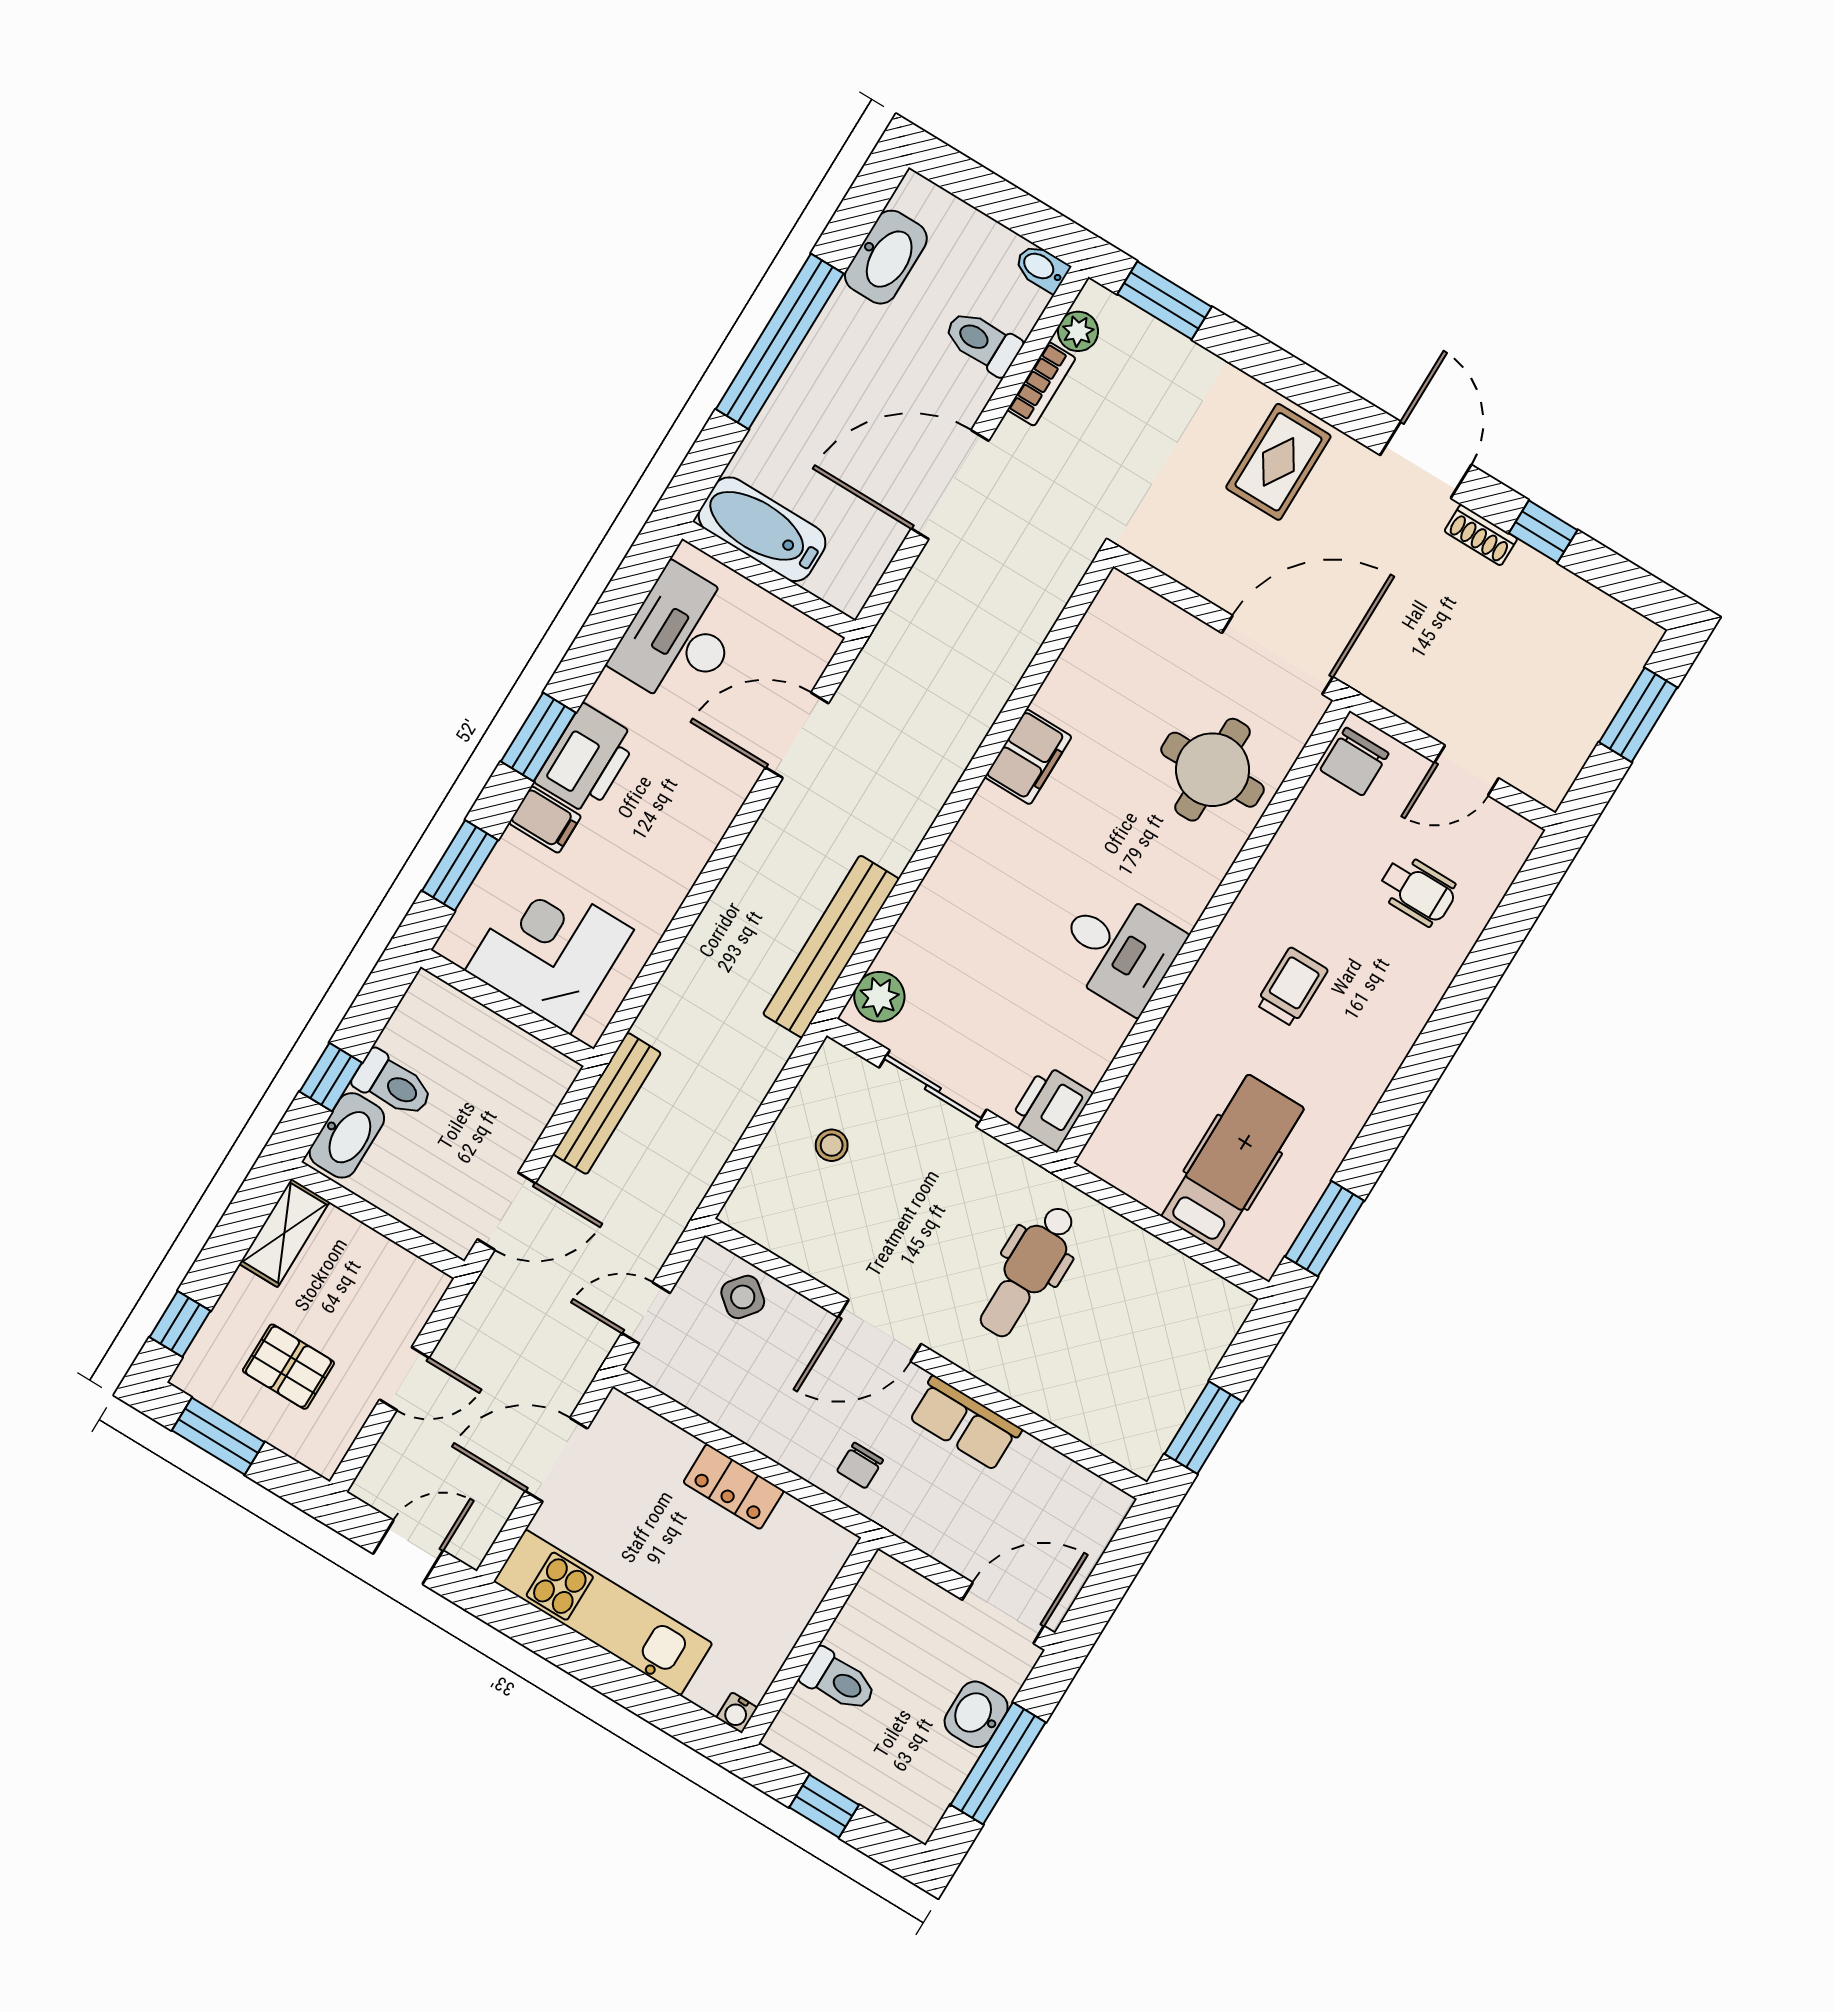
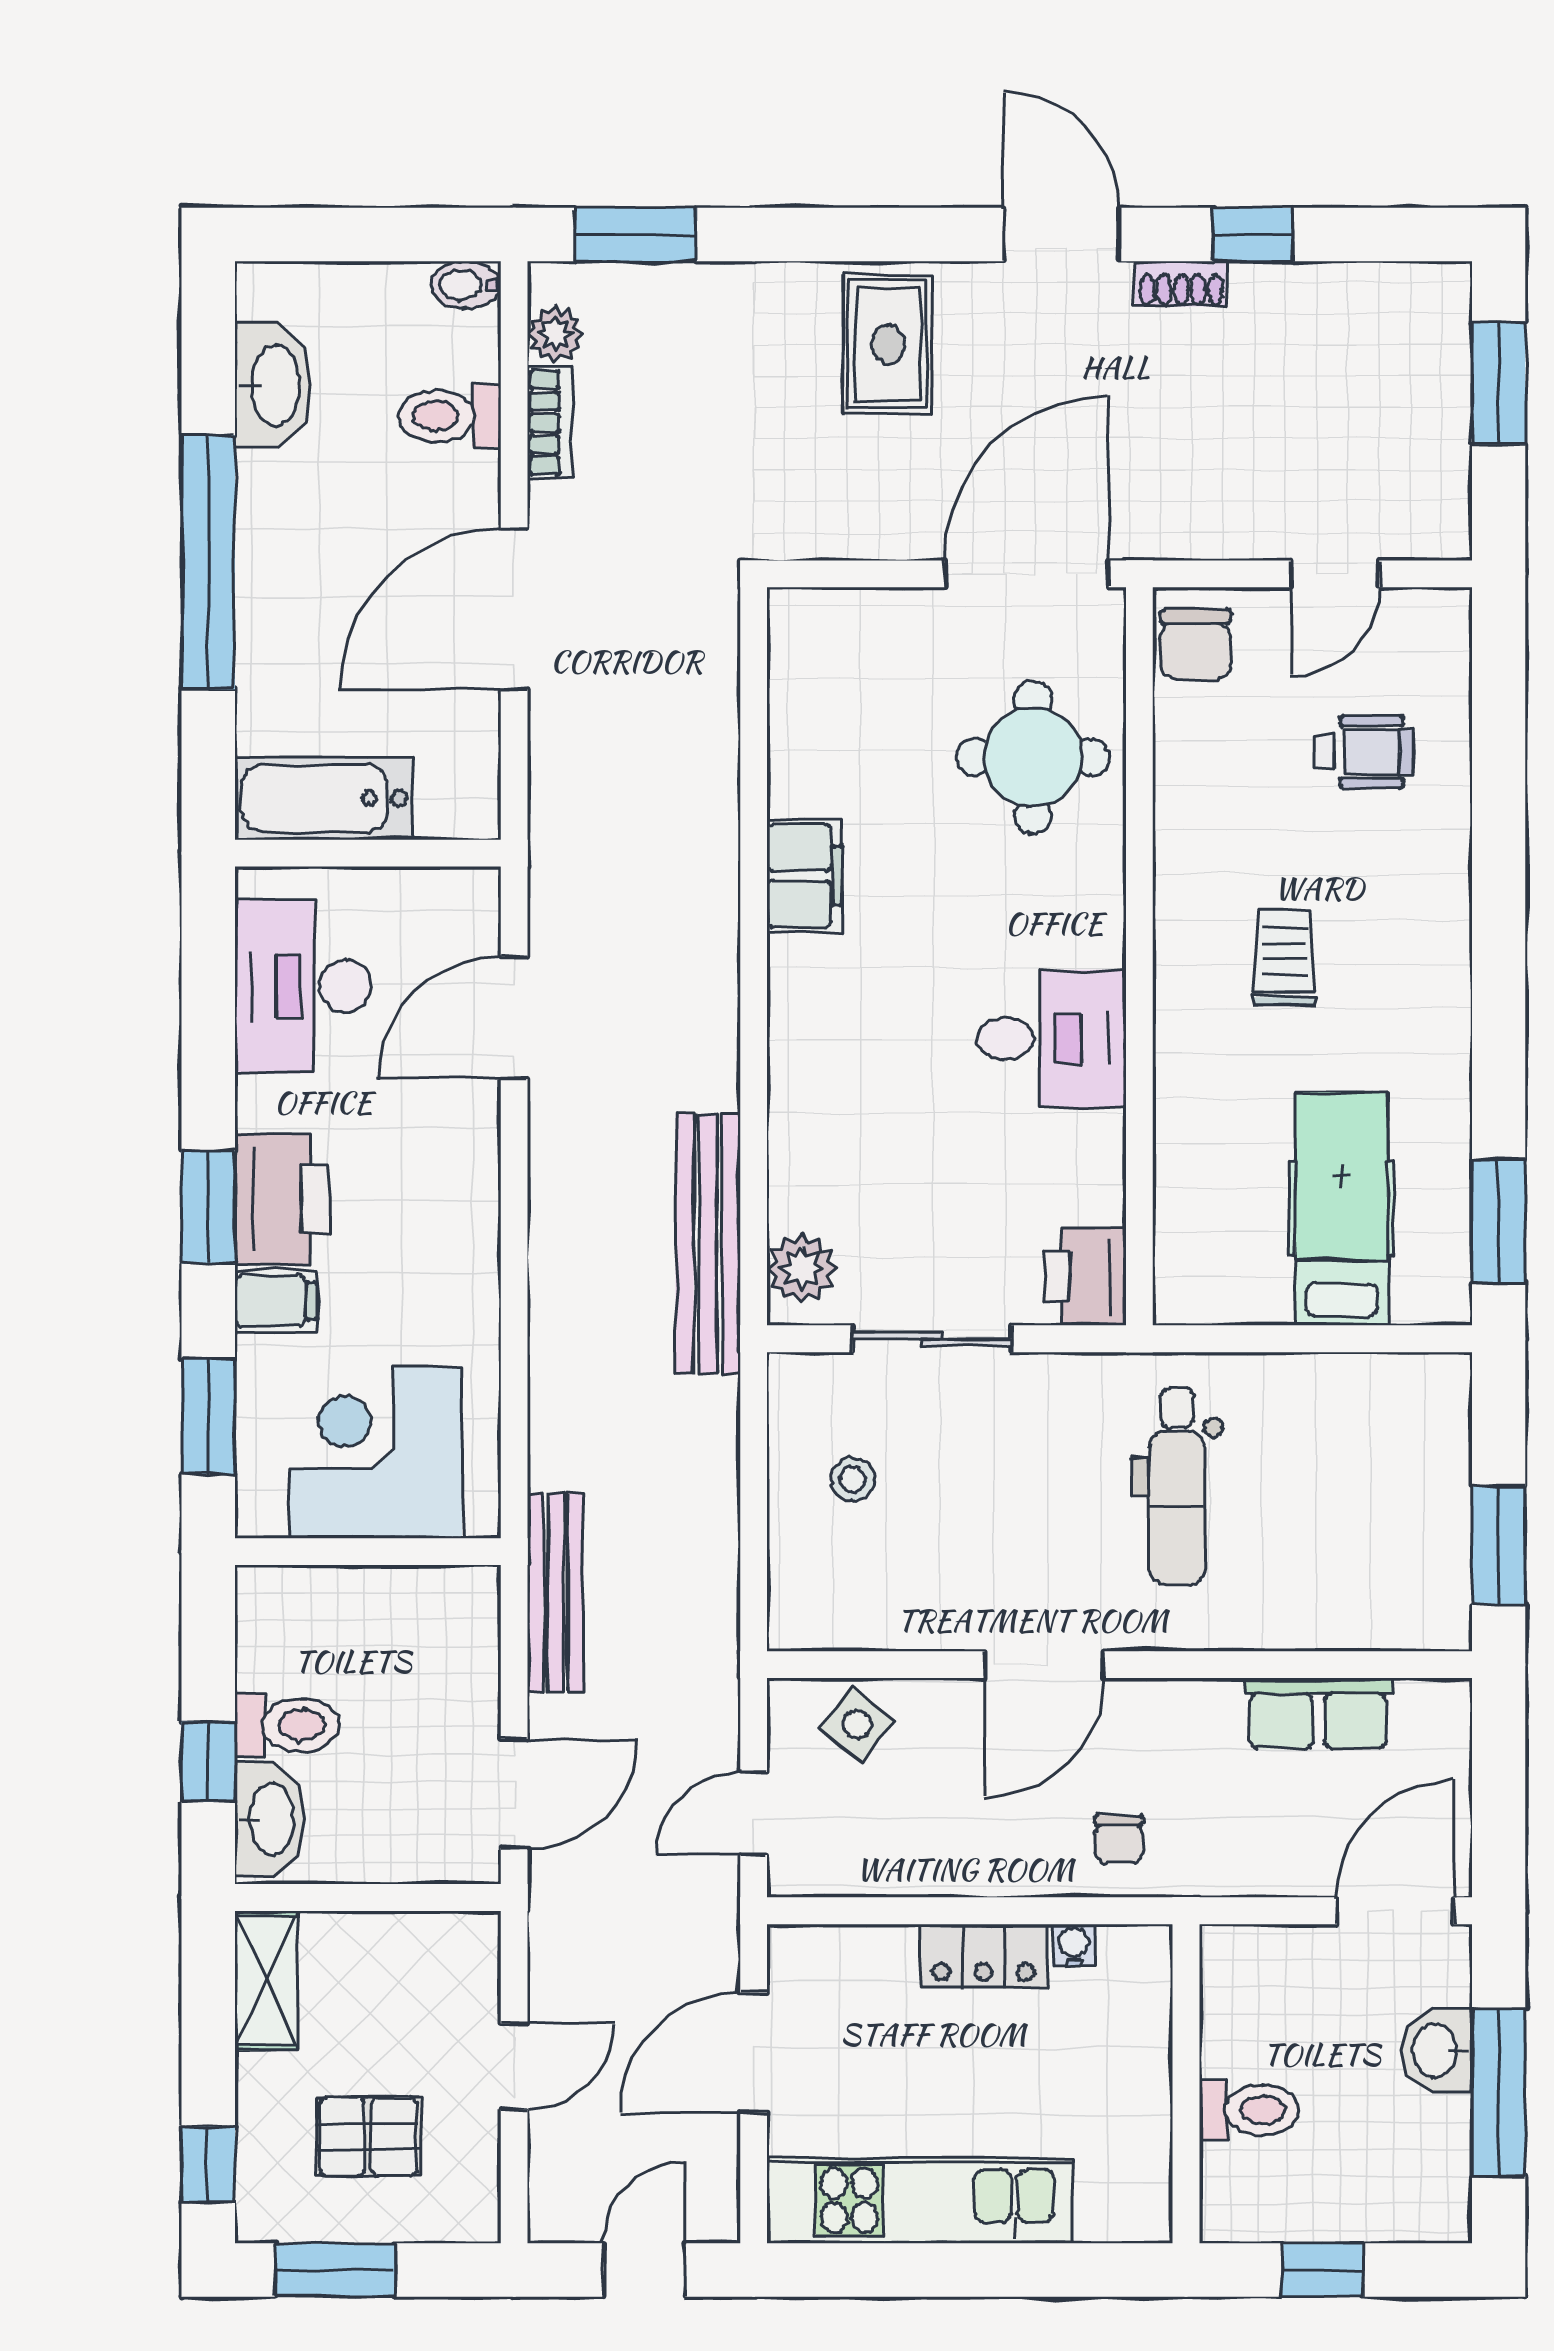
row of seats: (965, 1423) -> (1318, 1713), moved
water cooler: (737, 1713) -> (1073, 1945), moved, turned 180

